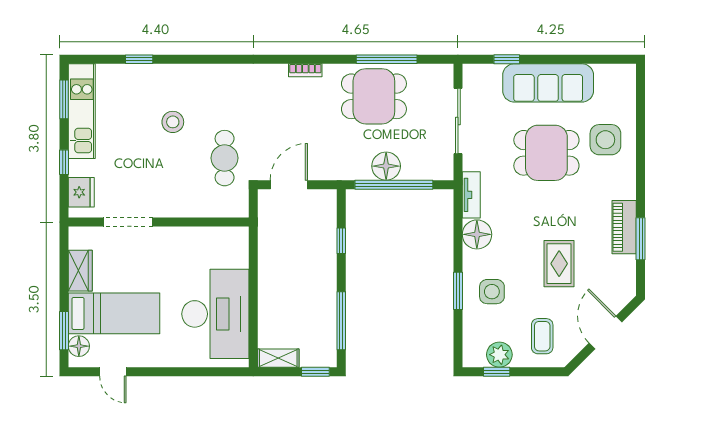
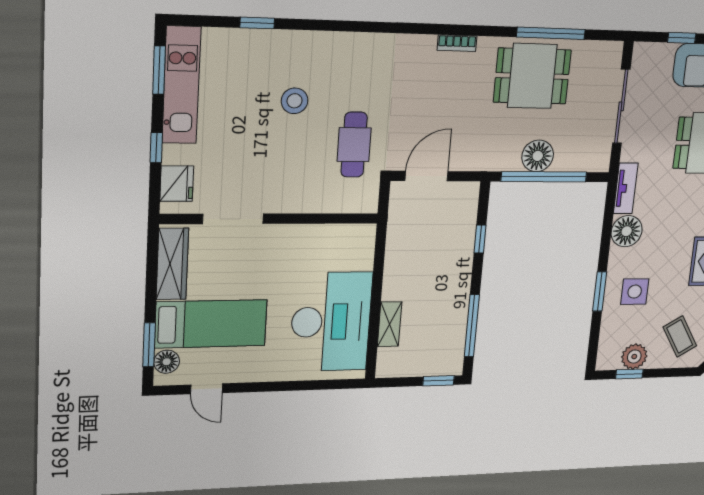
wardrobe: (80, 271) -> (172, 264), width x1.50
coffee table: (542, 336) -> (680, 336), turned -31
shelving: (278, 358) -> (390, 324), moved, turned 90

